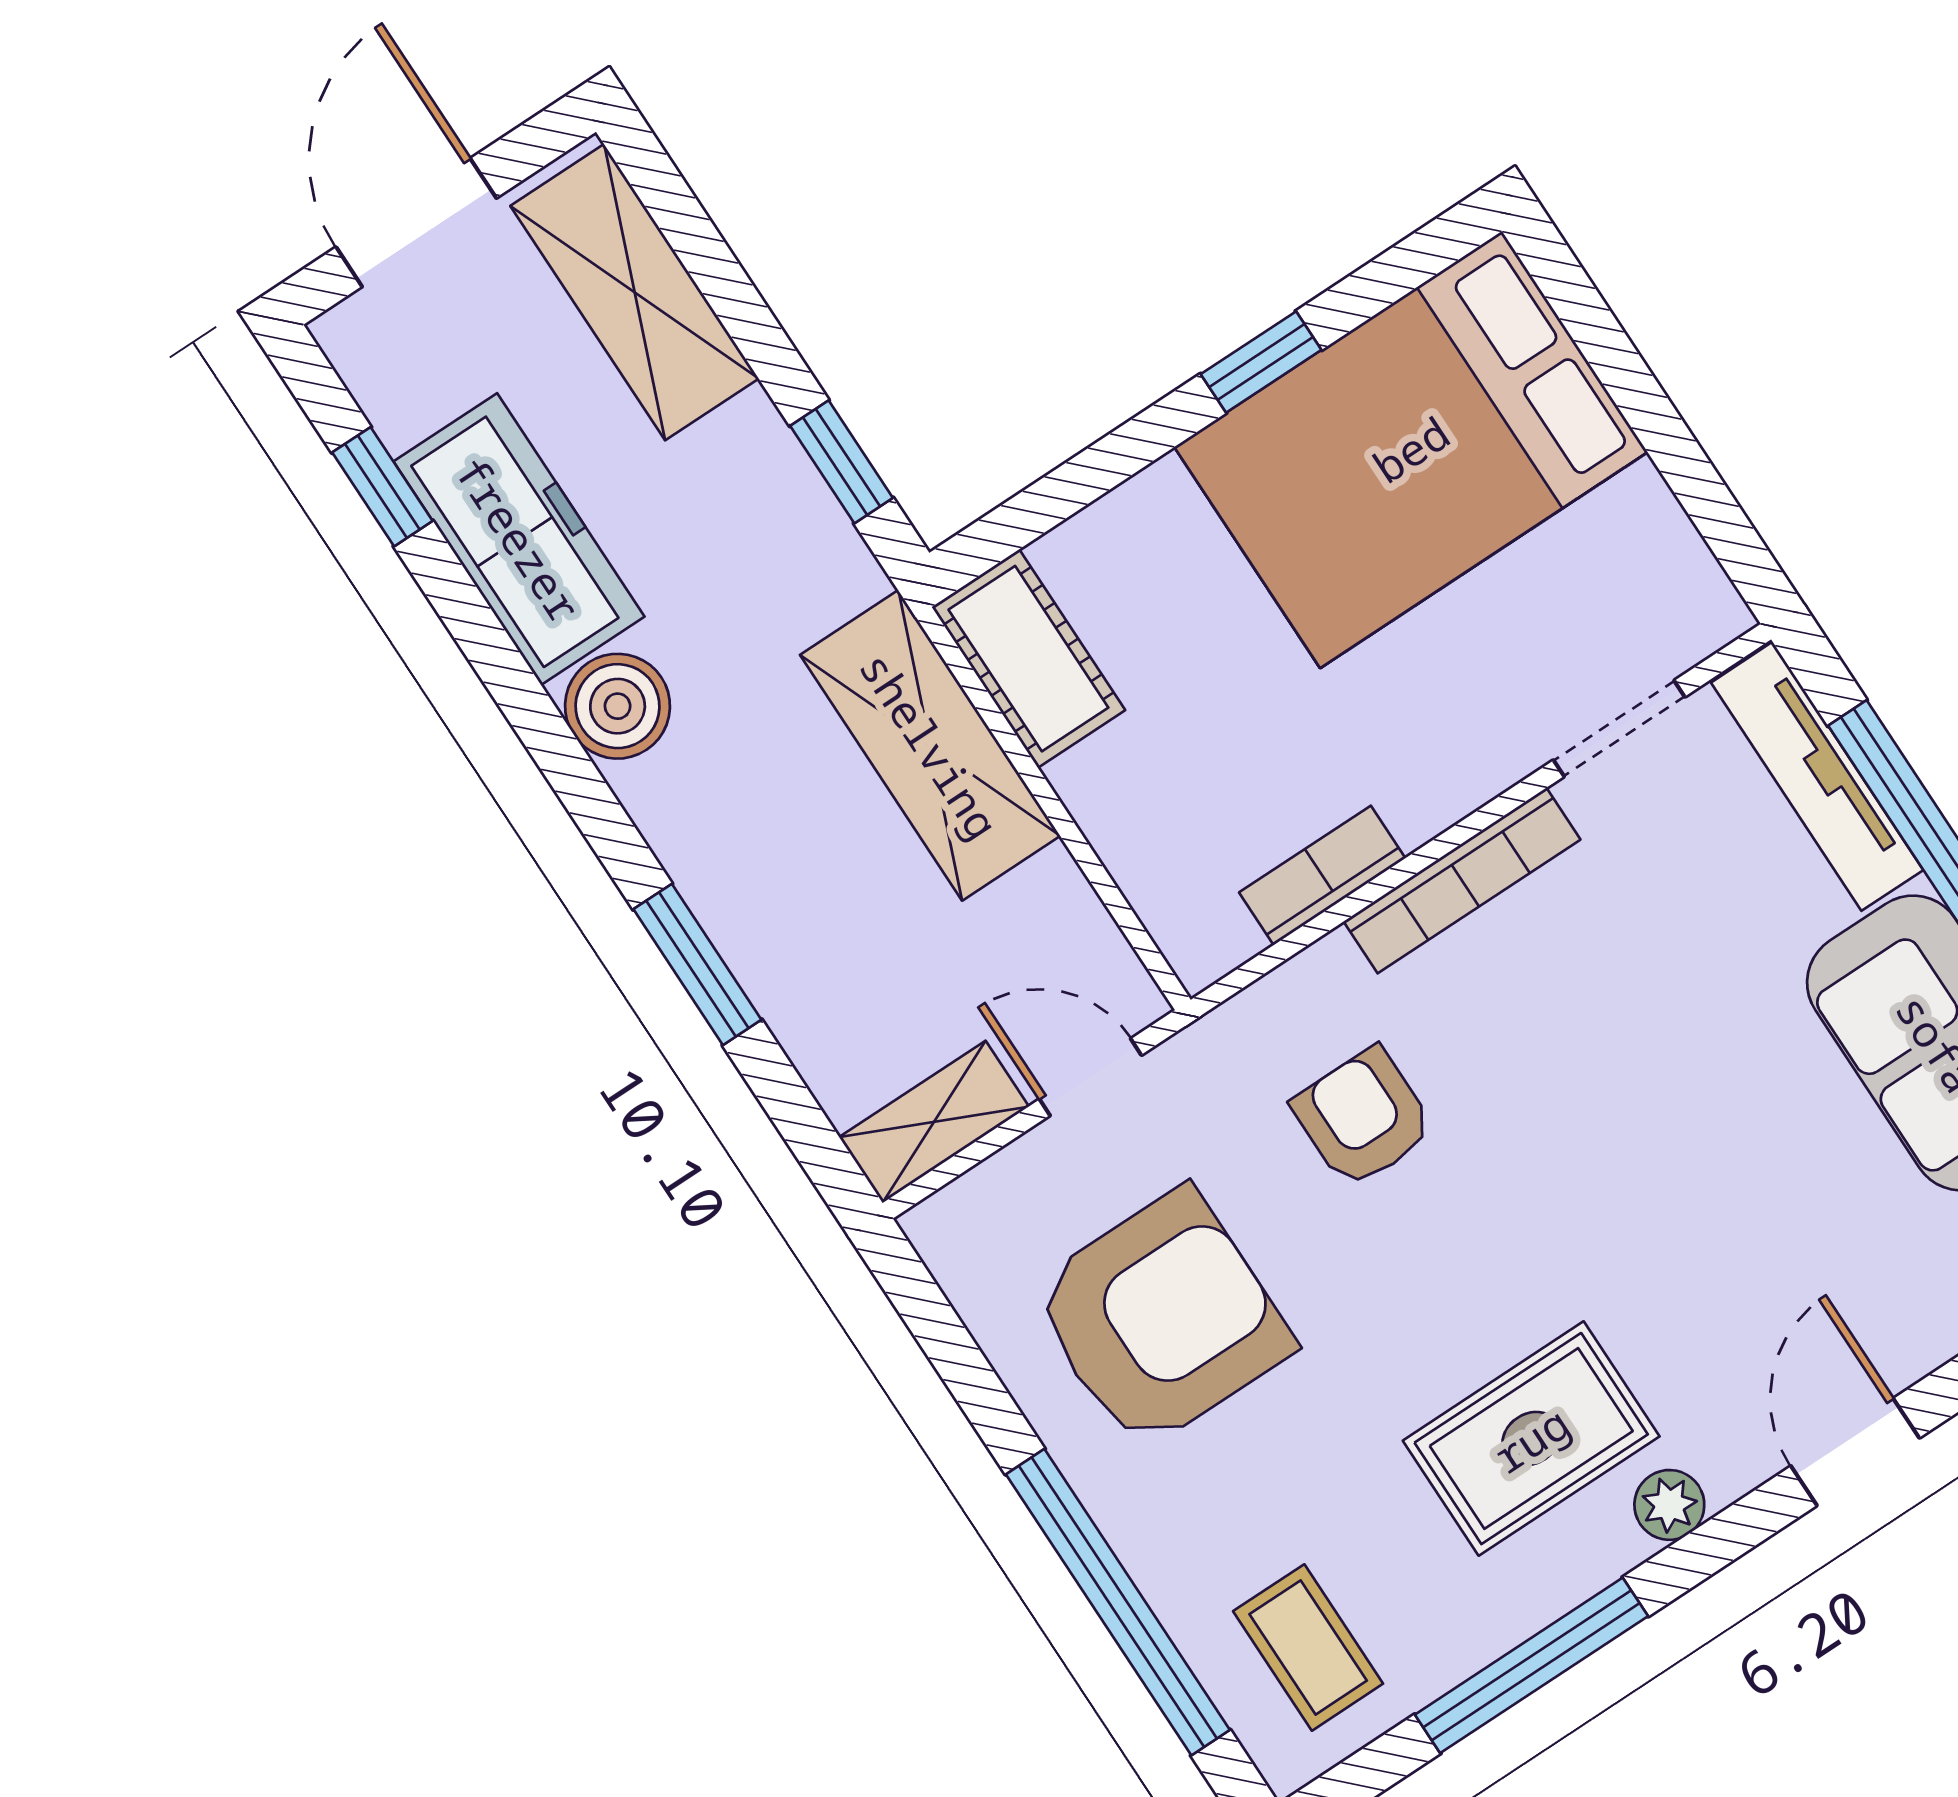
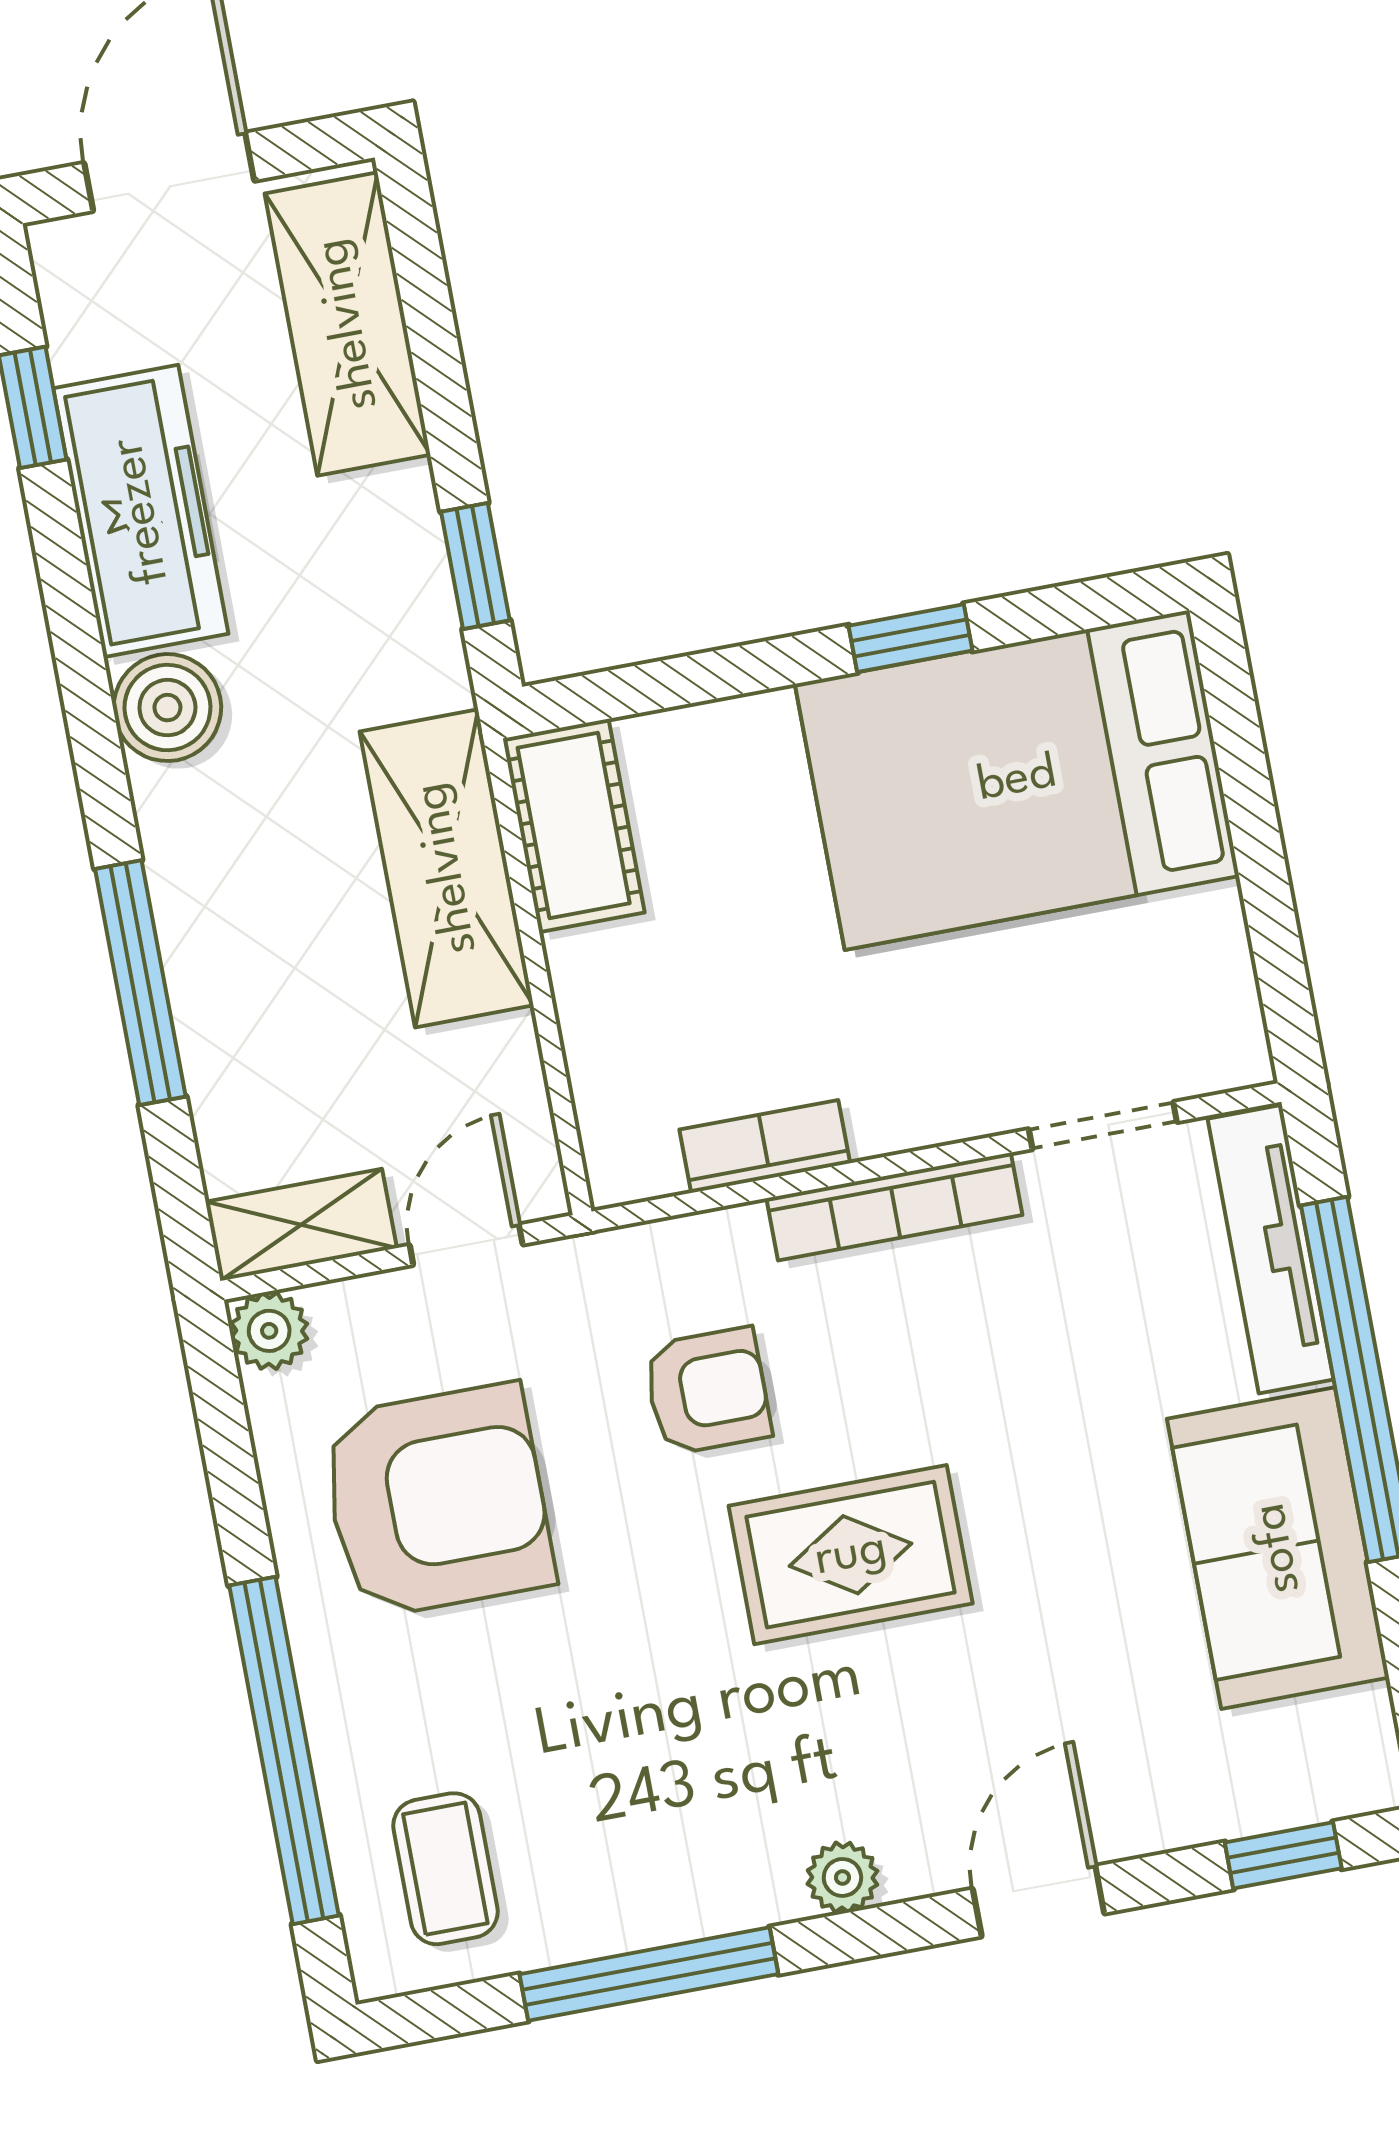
window: (697, 964) -> (140, 983), width x1.44
door: (1090, 1077) -> (466, 1245), hinge flipped
armchair: (1363, 1118) -> (707, 1391), turned 90
plant: (945, 1229) -> (269, 1331), added
rug: (1531, 1439) -> (851, 1555), moved

